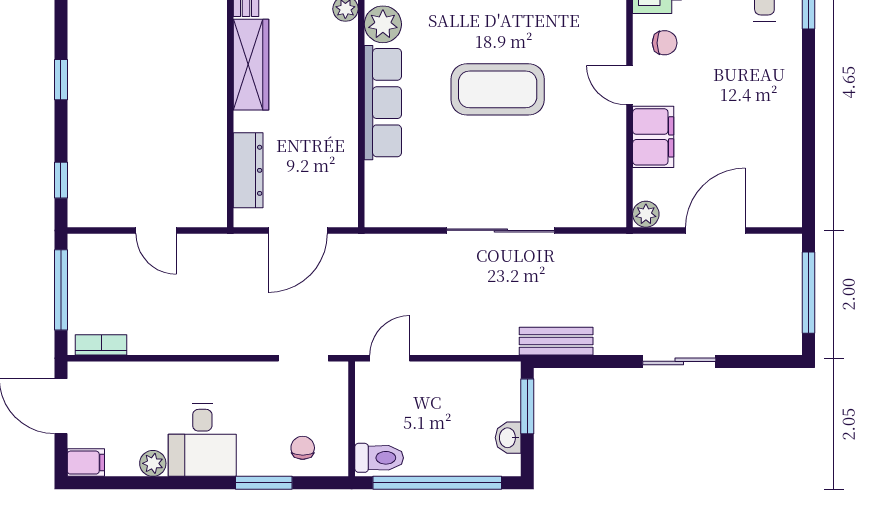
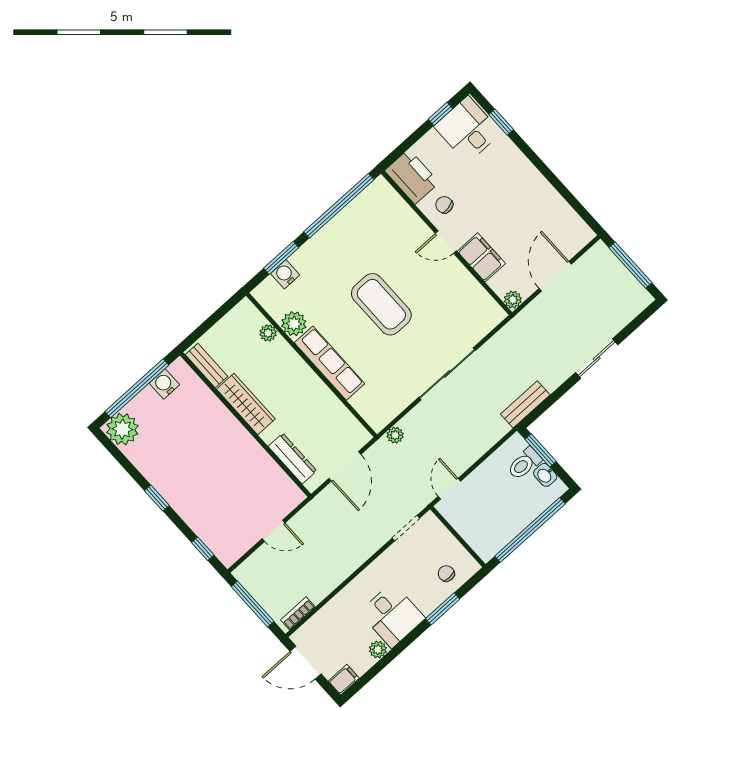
chair: (665, 43) -> (444, 205), turned -101
coffee table: (498, 89) -> (381, 304), turned 90
plant: (383, 246) -> (395, 435), added
toilet: (379, 458) -> (524, 464), moved, turned 180

